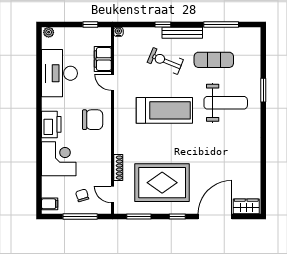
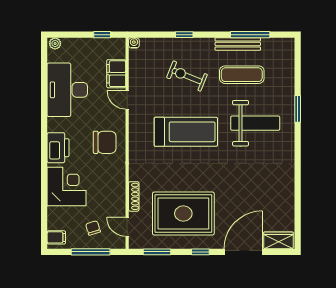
bench: (182, 33) -> (238, 44), moved

